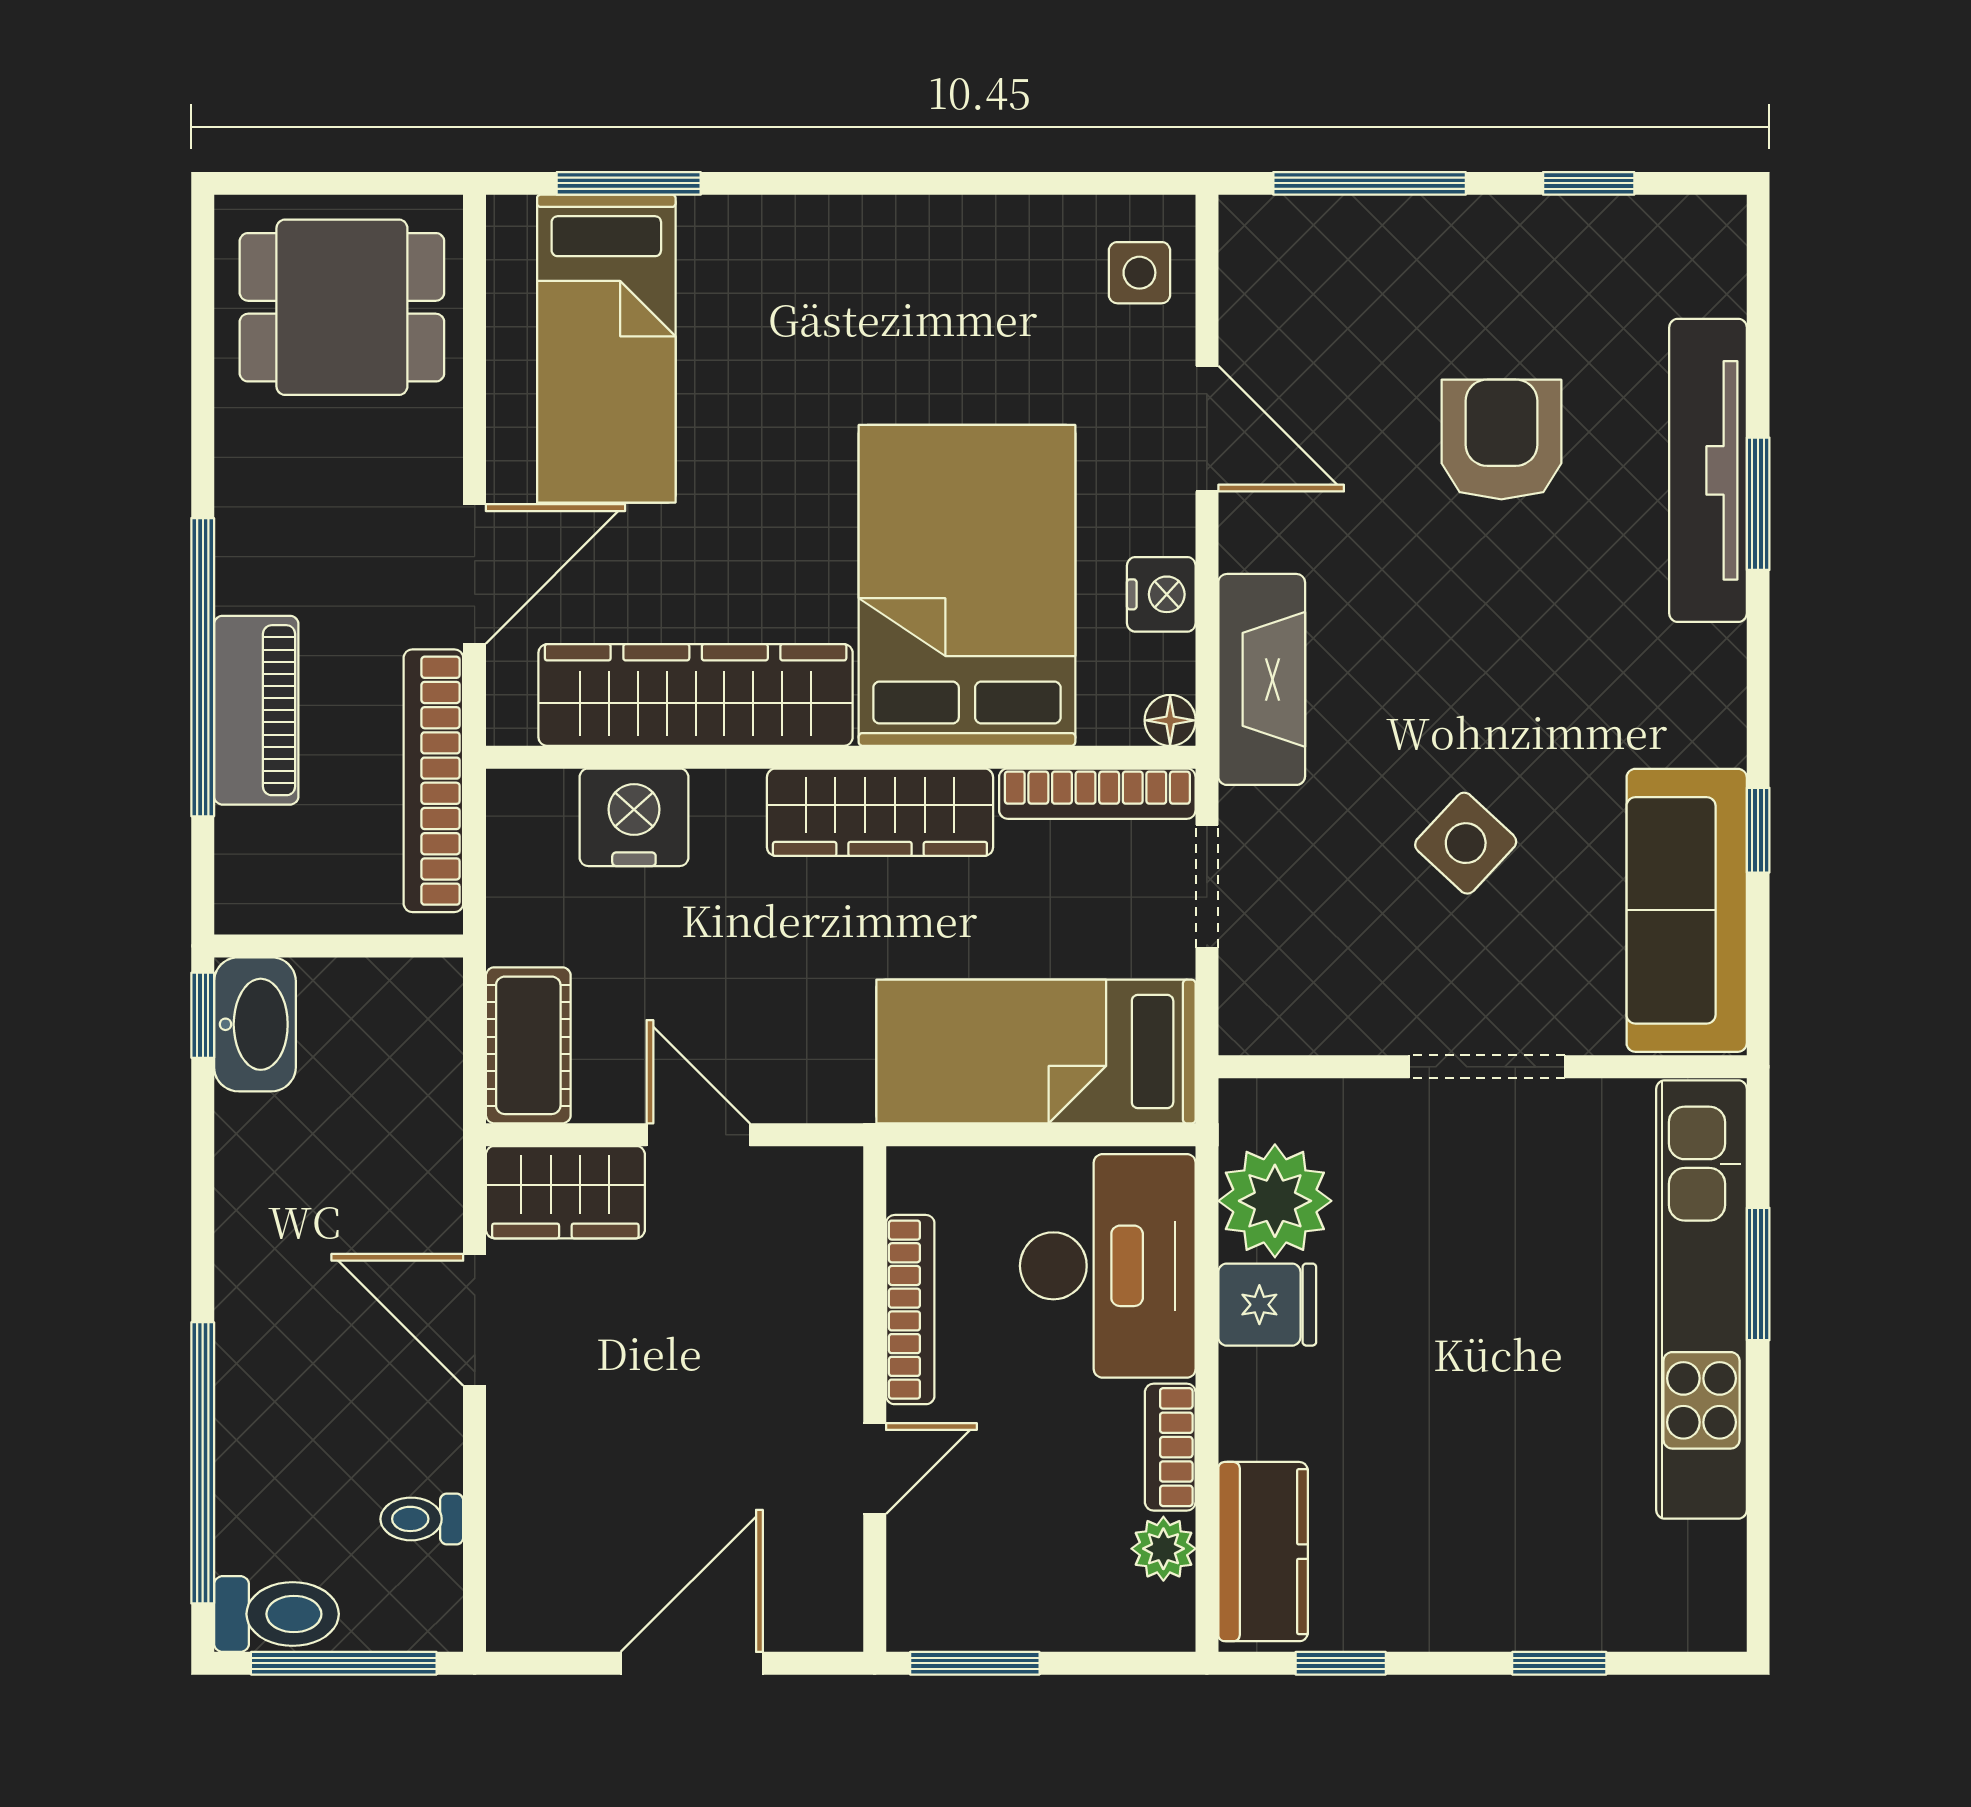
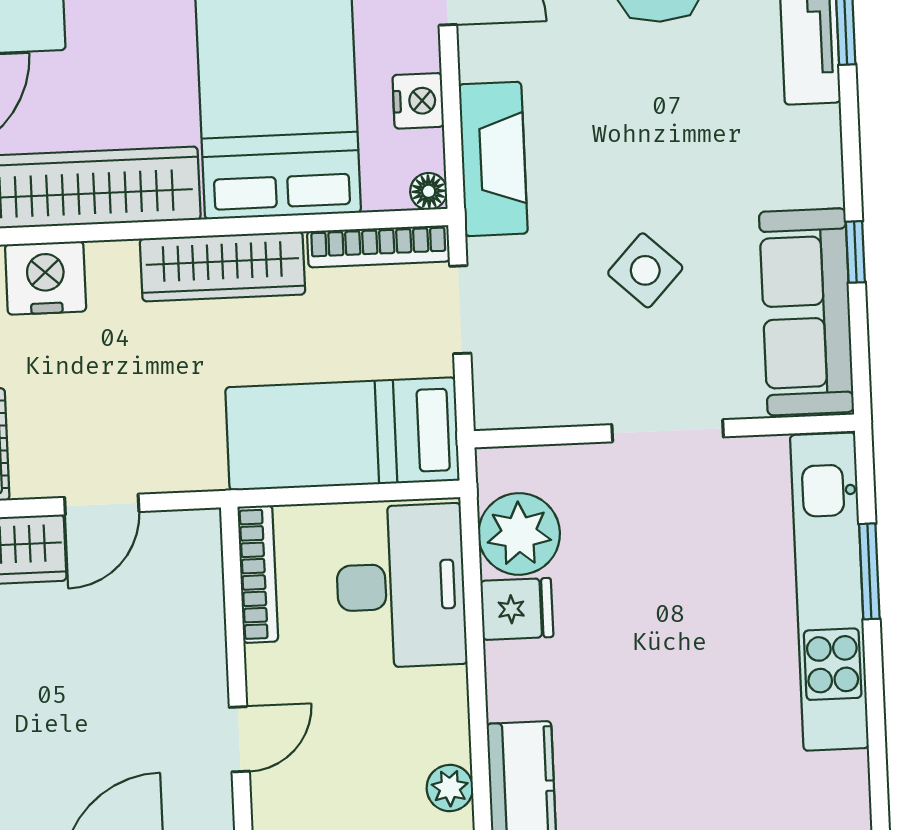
door: (698, 1135) -> (102, 504), swing flipped
bookcase: (910, 1310) -> (258, 574), moved
bookcase: (1170, 1447) -> (451, 715), removed

